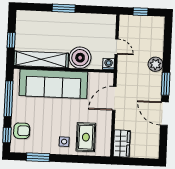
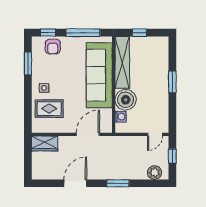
door: (117, 47) -> (155, 134), moved
washing machine: (109, 64) -> (121, 117), moved
plant: (155, 64) -> (155, 173), moved
window: (166, 84) -> (118, 183), moved
door: (114, 98) -> (88, 134), hinge flipped

